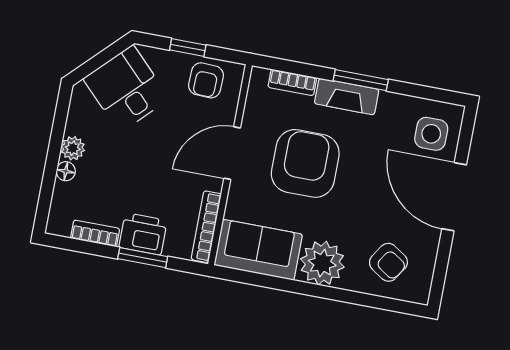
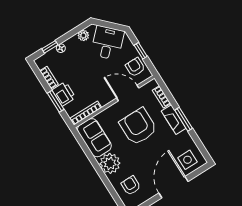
armchair: (206, 80) -> (135, 67), turned 88
plant: (73, 148) -> (83, 35), moved
door: (232, 153) -> (128, 93), moved
armchair: (305, 163) -> (138, 127), turned -90
window: (47, 187) -> (50, 47), added
armchair: (388, 262) -> (131, 185), turned 147

